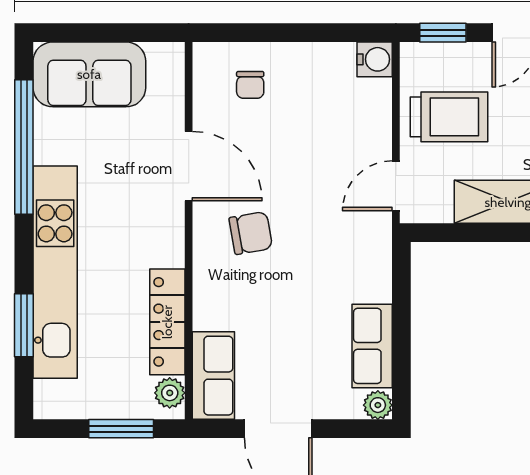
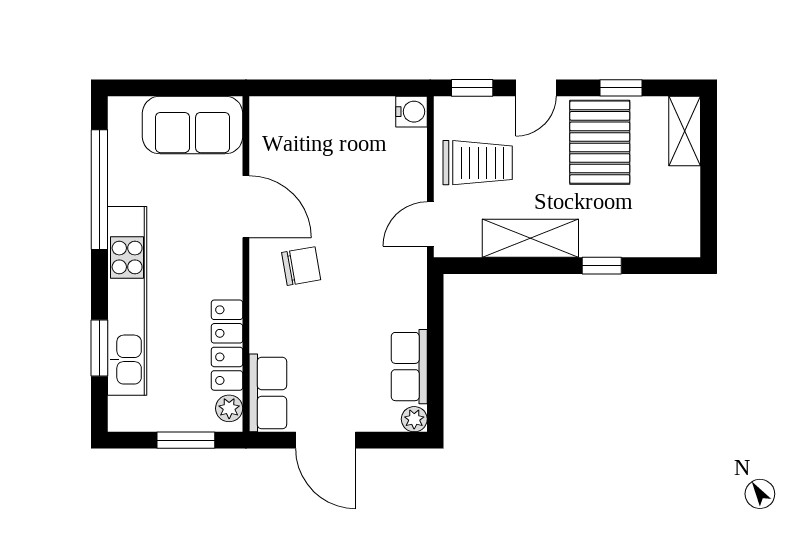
sofa: (89, 74) -> (193, 125), moved
chair: (250, 85) -> (301, 134), removed

